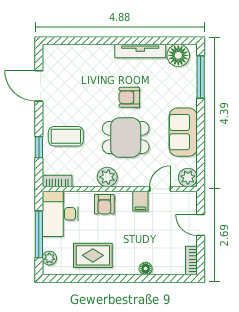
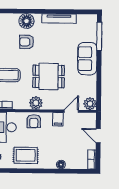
floor lamp: (178, 55) -> (26, 21), moved
armchair: (129, 97) -> (27, 42), moved
sofa: (183, 132) -> (87, 59), moved

